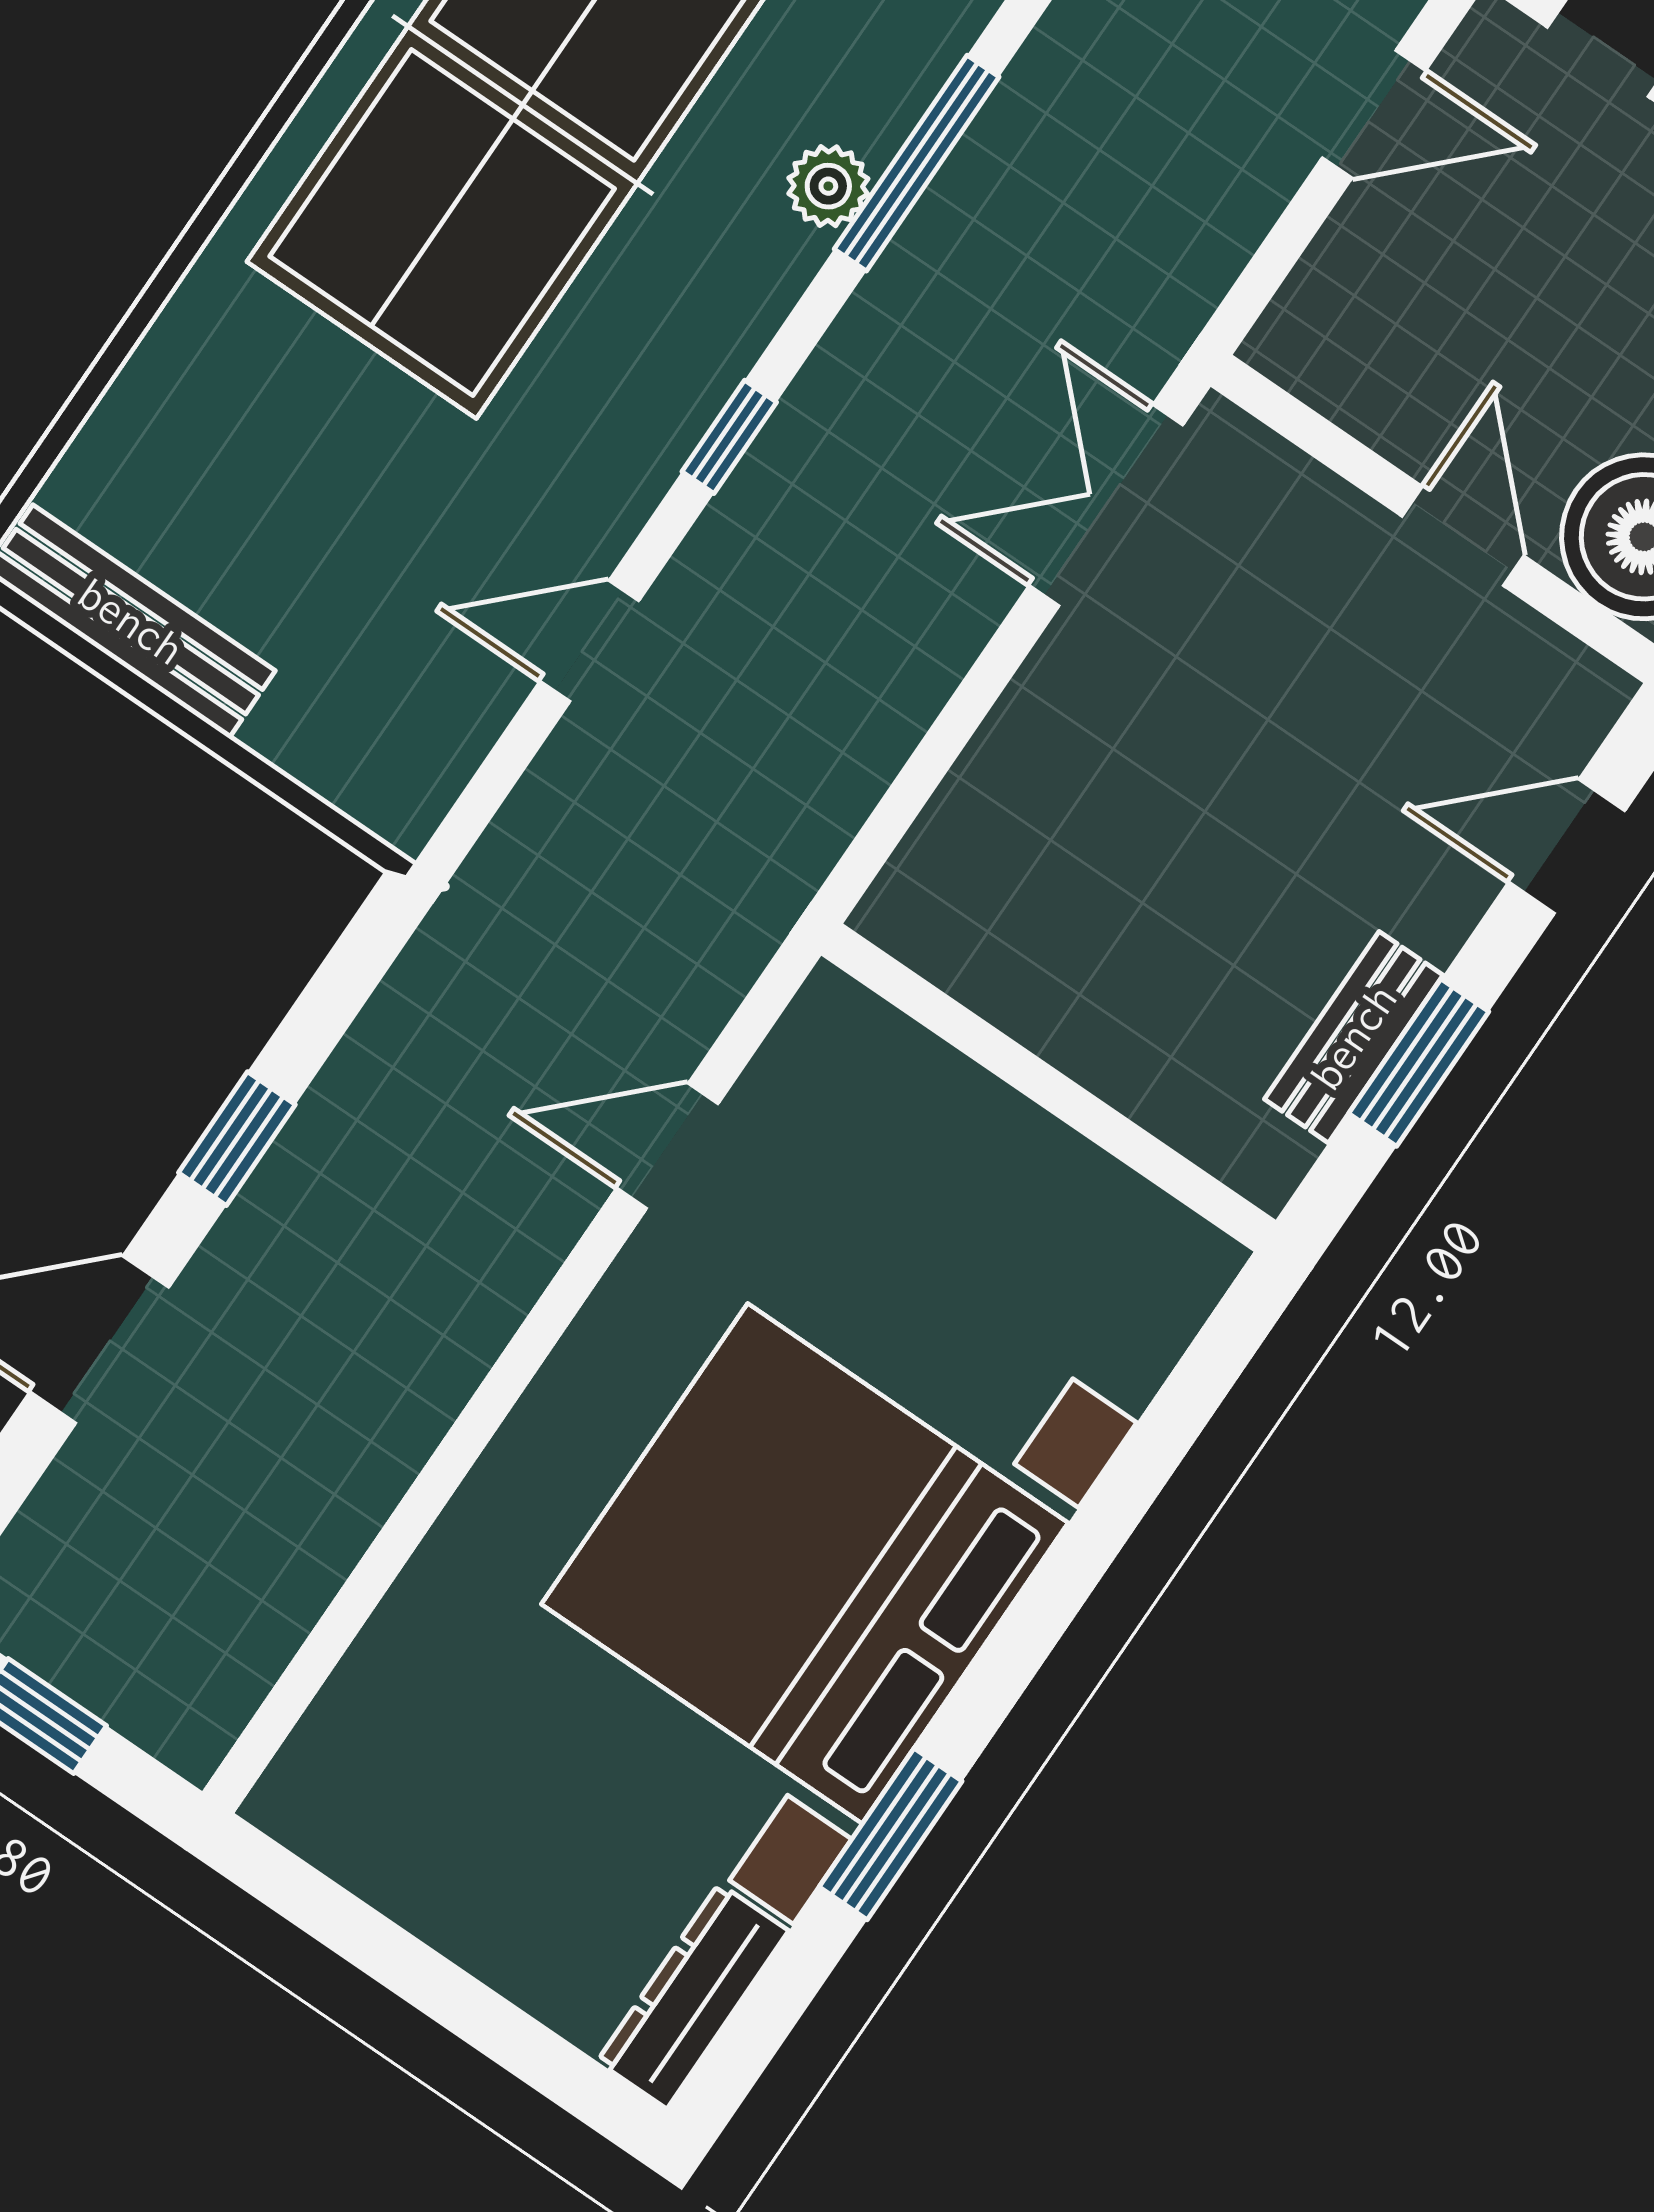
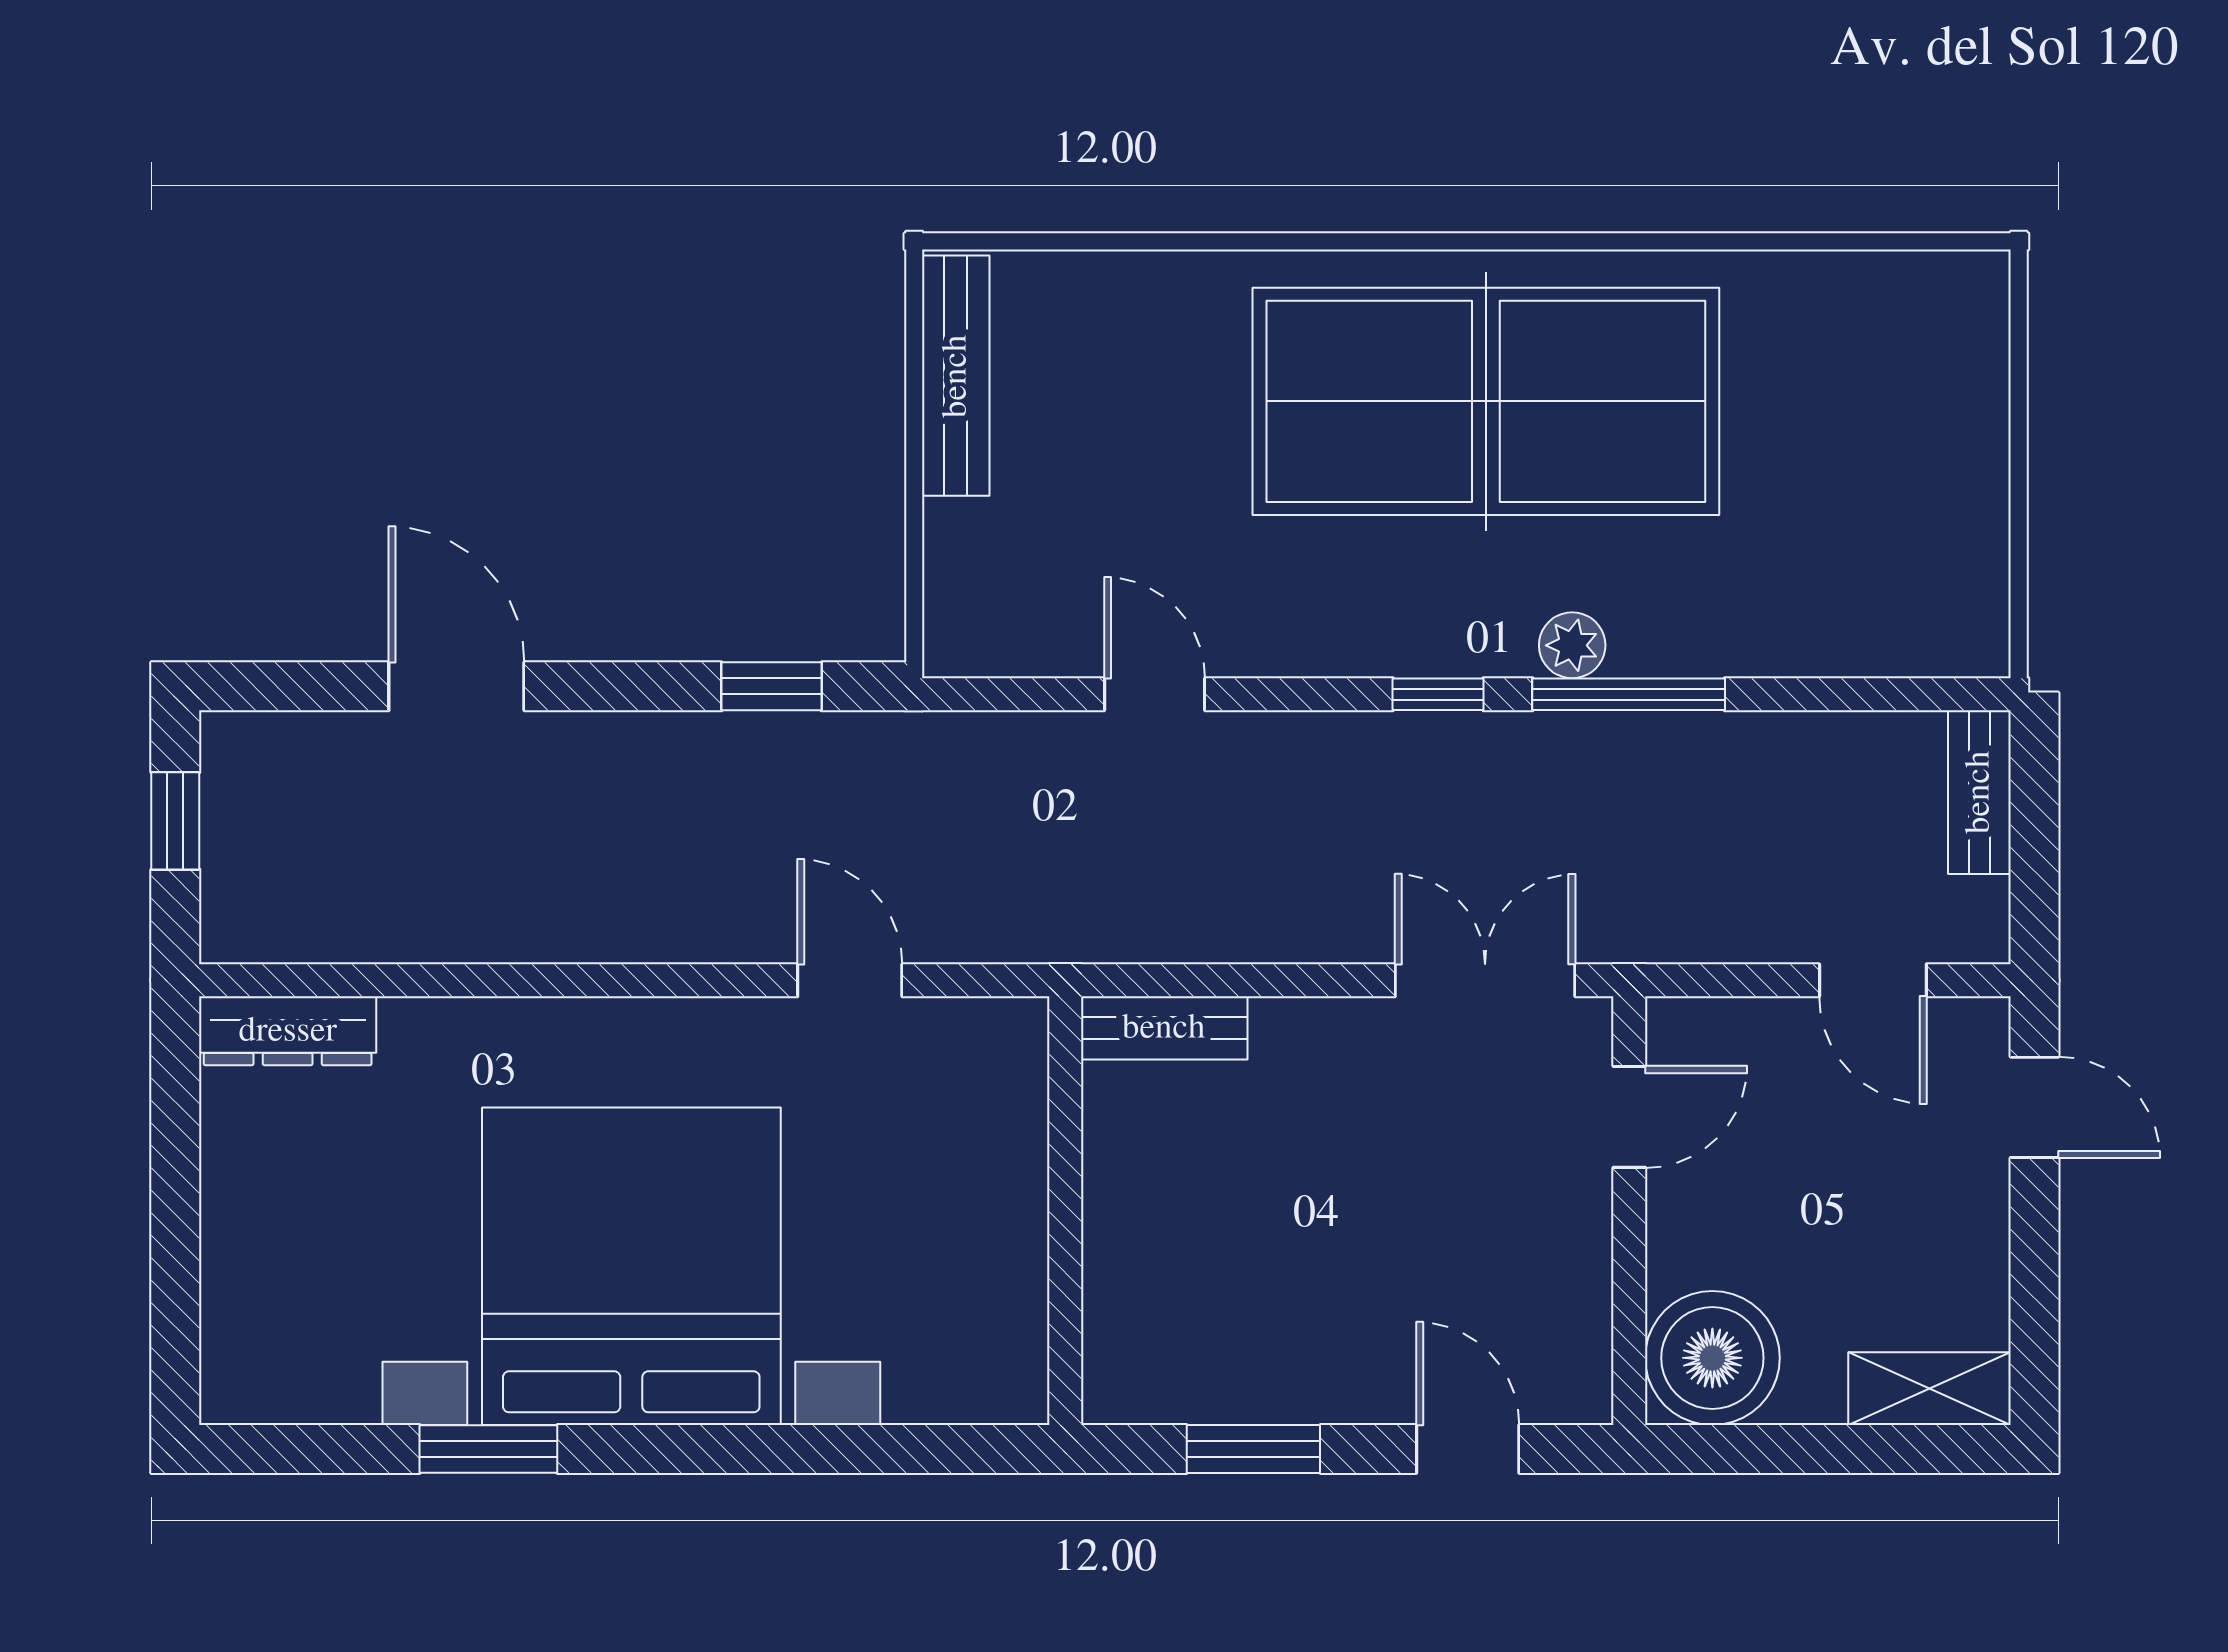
window: (729, 437) -> (1438, 694), moved
door: (1463, 536) -> (1629, 1117), moved
bench: (1354, 1037) -> (1164, 1028), moved
window: (237, 1139) -> (771, 686), moved
dresser: (693, 1996) -> (288, 1031), moved, turned 180

